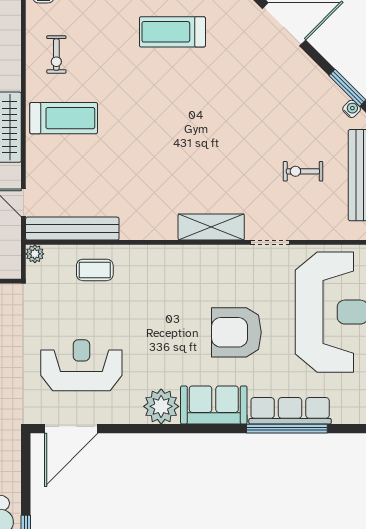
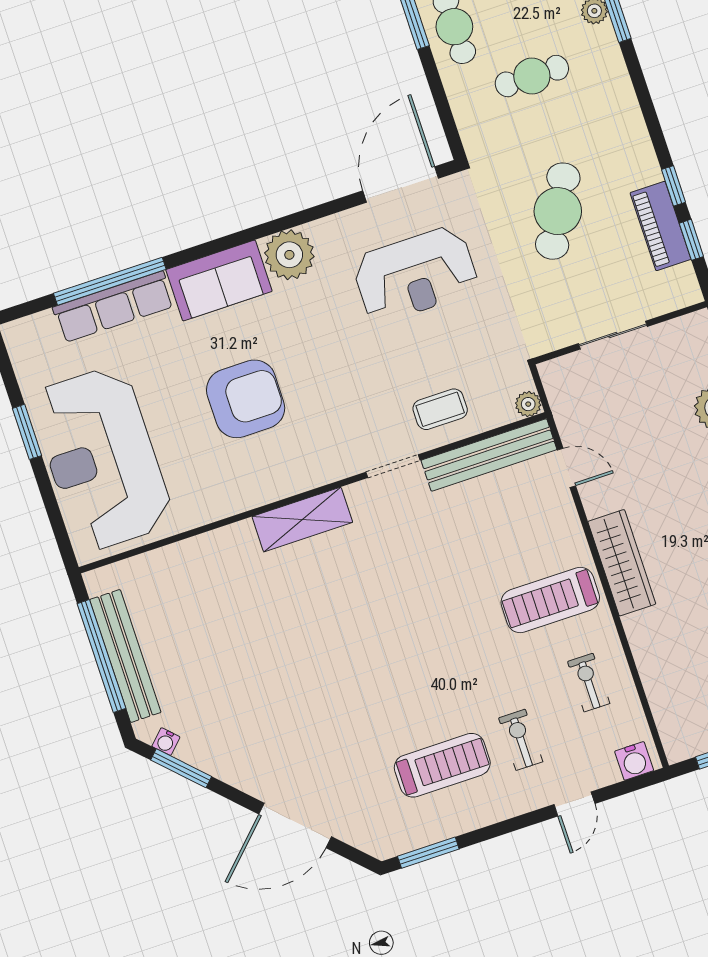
exercise bike: (303, 171) -> (521, 740), moved, turned -90
doorway: (270, 242) -> (393, 466), moved
armchair: (236, 332) -> (246, 399), moved

